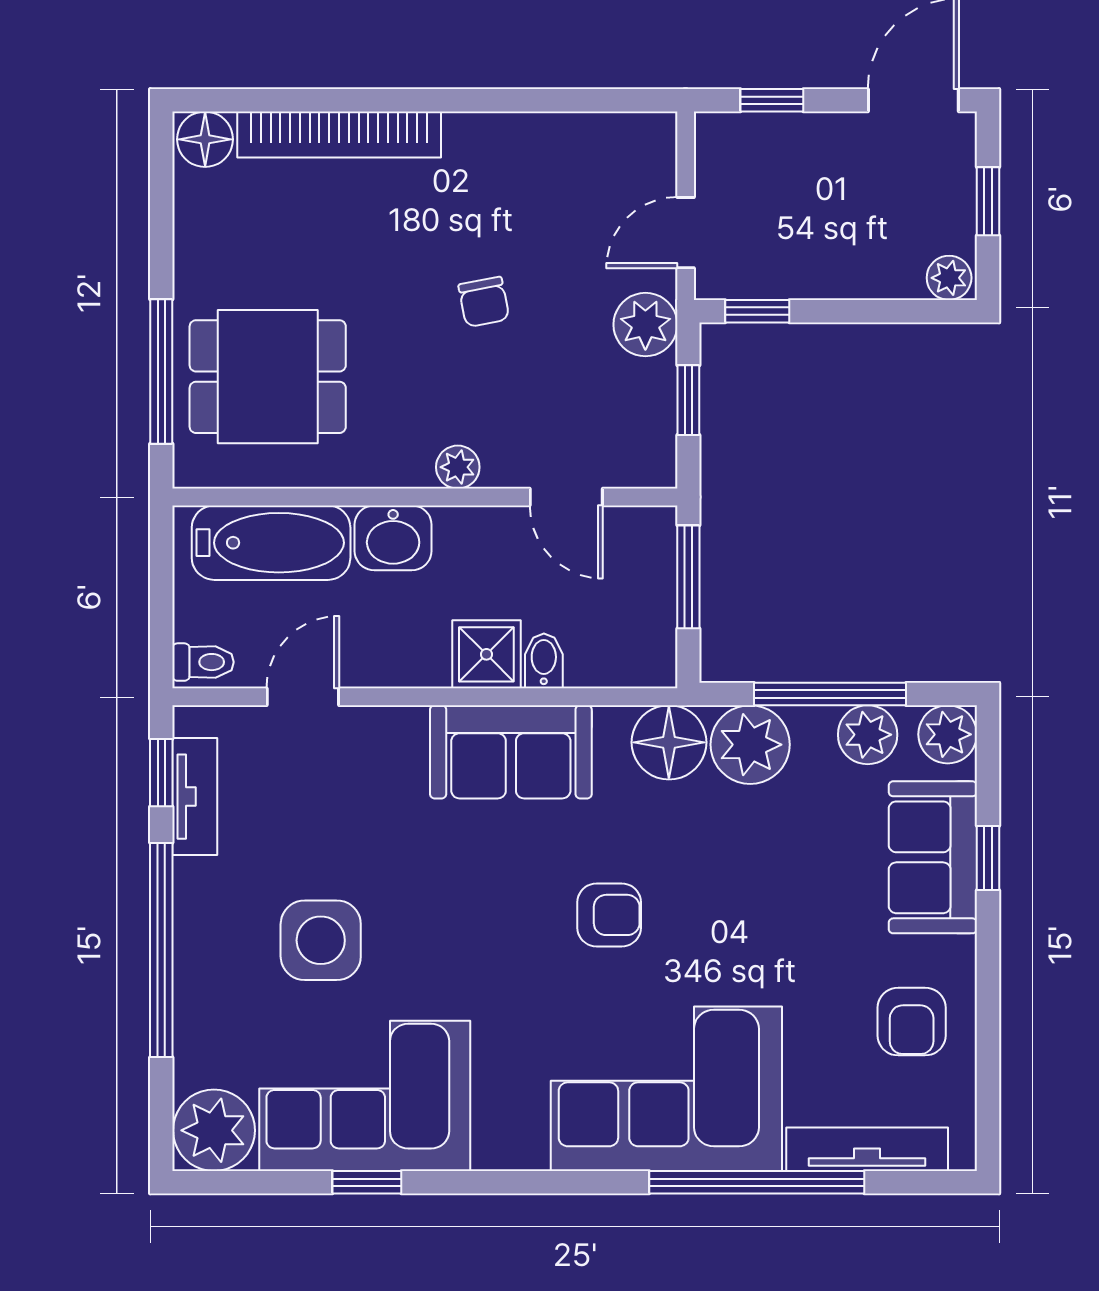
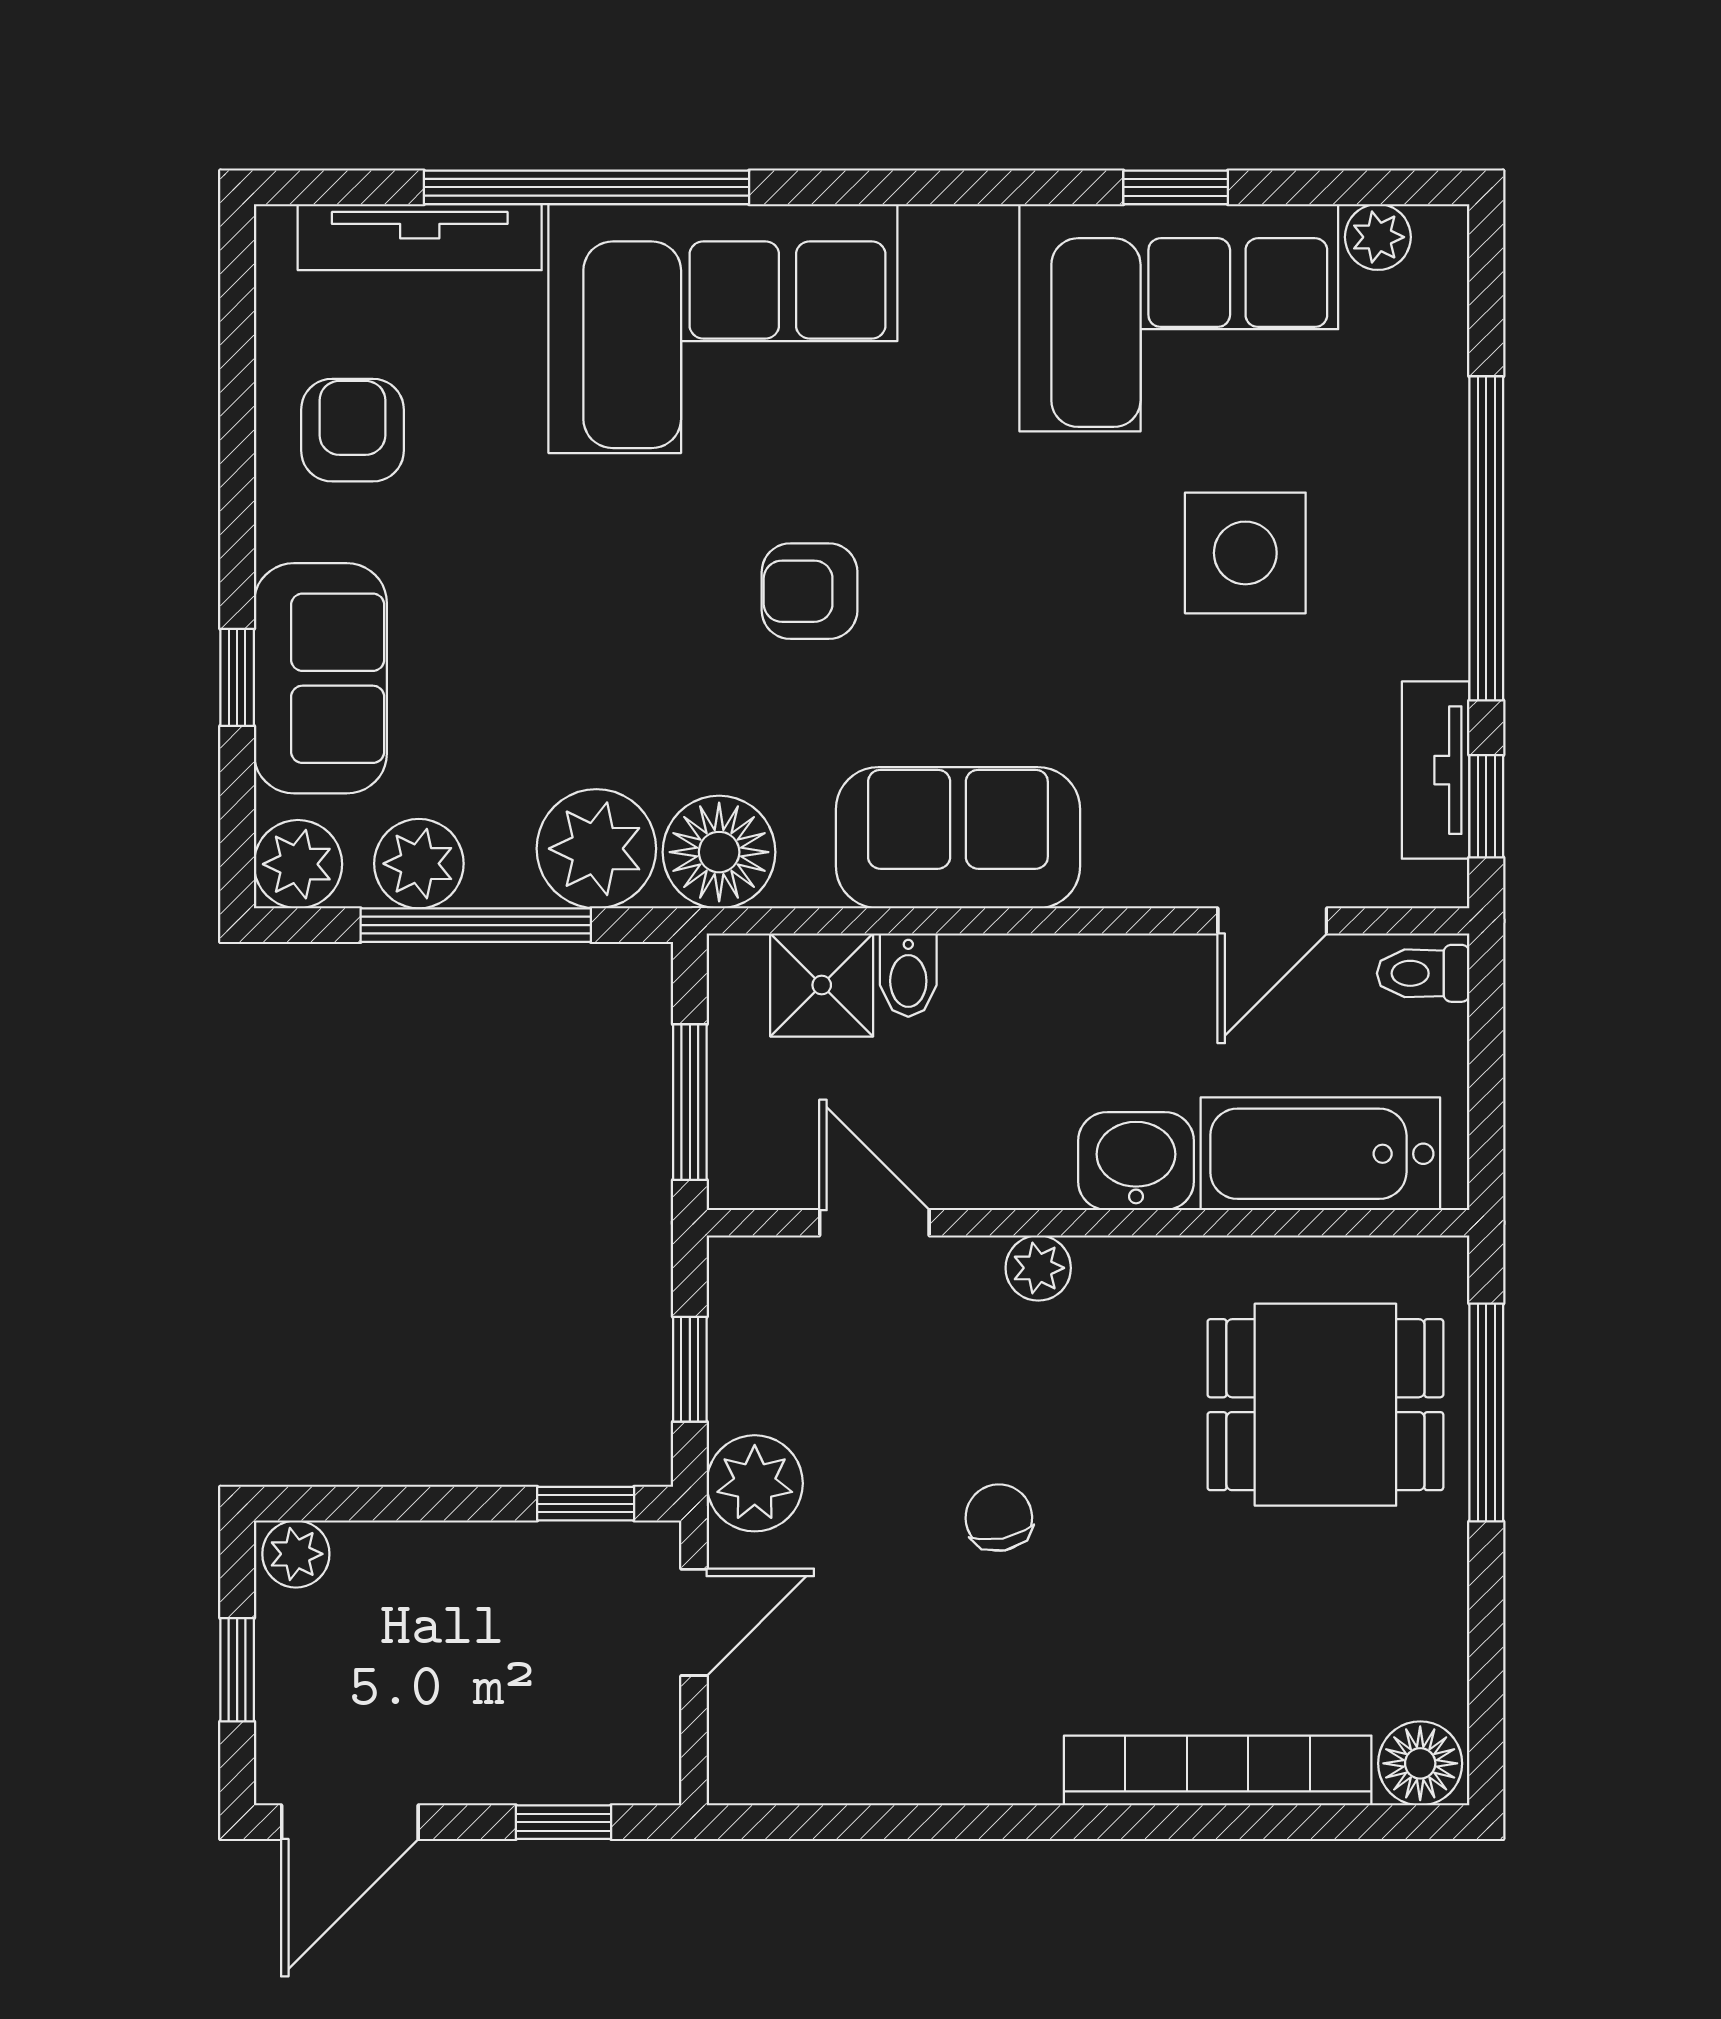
shower: (486, 654) -> (822, 985), moved
plant: (214, 1130) -> (1378, 237), width x0.53, depth x0.53

